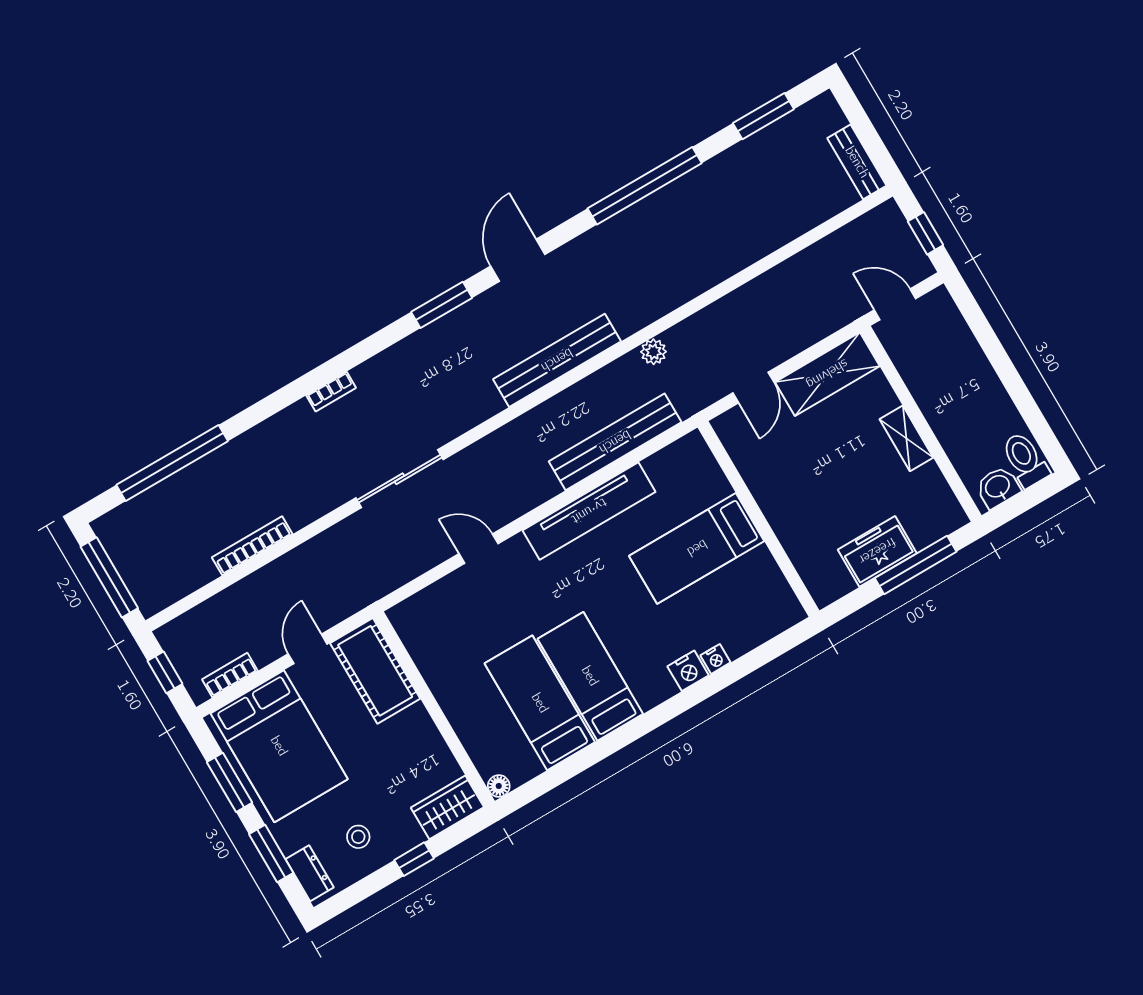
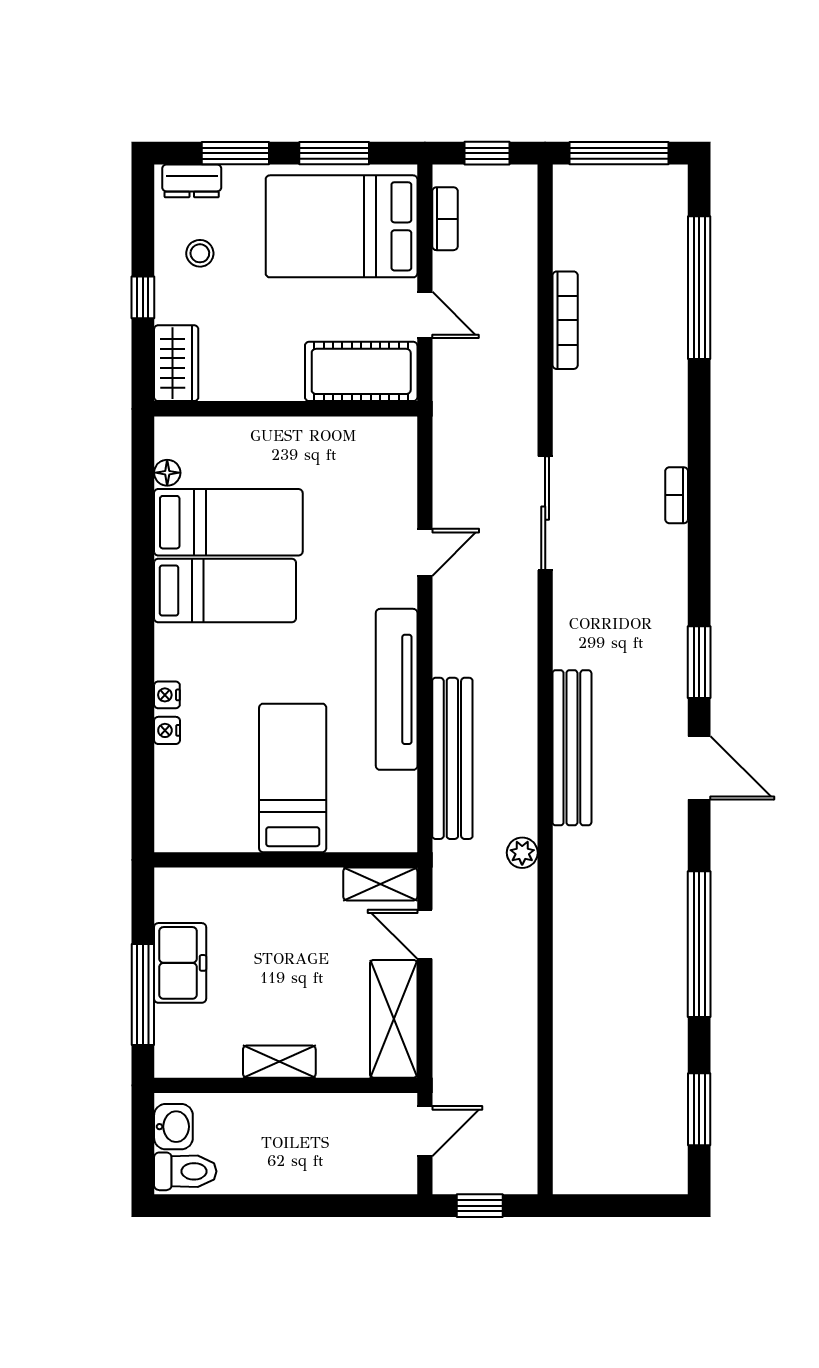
bench: (857, 162) -> (595, 1178), removed
shelving: (736, 441) -> (380, 884), added
nightstand: (688, 671) -> (167, 695), width x0.72, depth x0.74
floor lamp: (499, 786) -> (167, 473), moved

